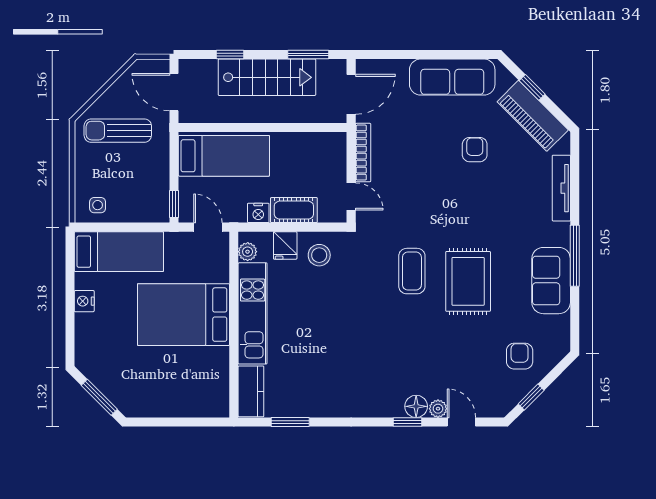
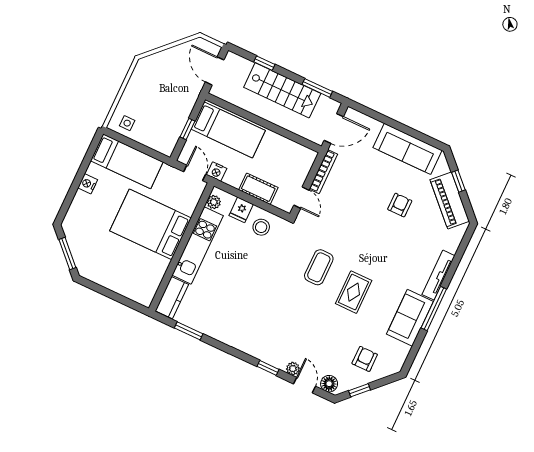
sun lounger: (118, 131) -> (164, 79), removed
tv unit: (561, 188) -> (438, 275), moved
window: (174, 204) -> (187, 129), moved
nightstand: (258, 213) -> (217, 172), moved
rug: (468, 281) -> (354, 292), width x0.73, depth x0.70
floor lamp: (416, 406) -> (329, 384), moved

